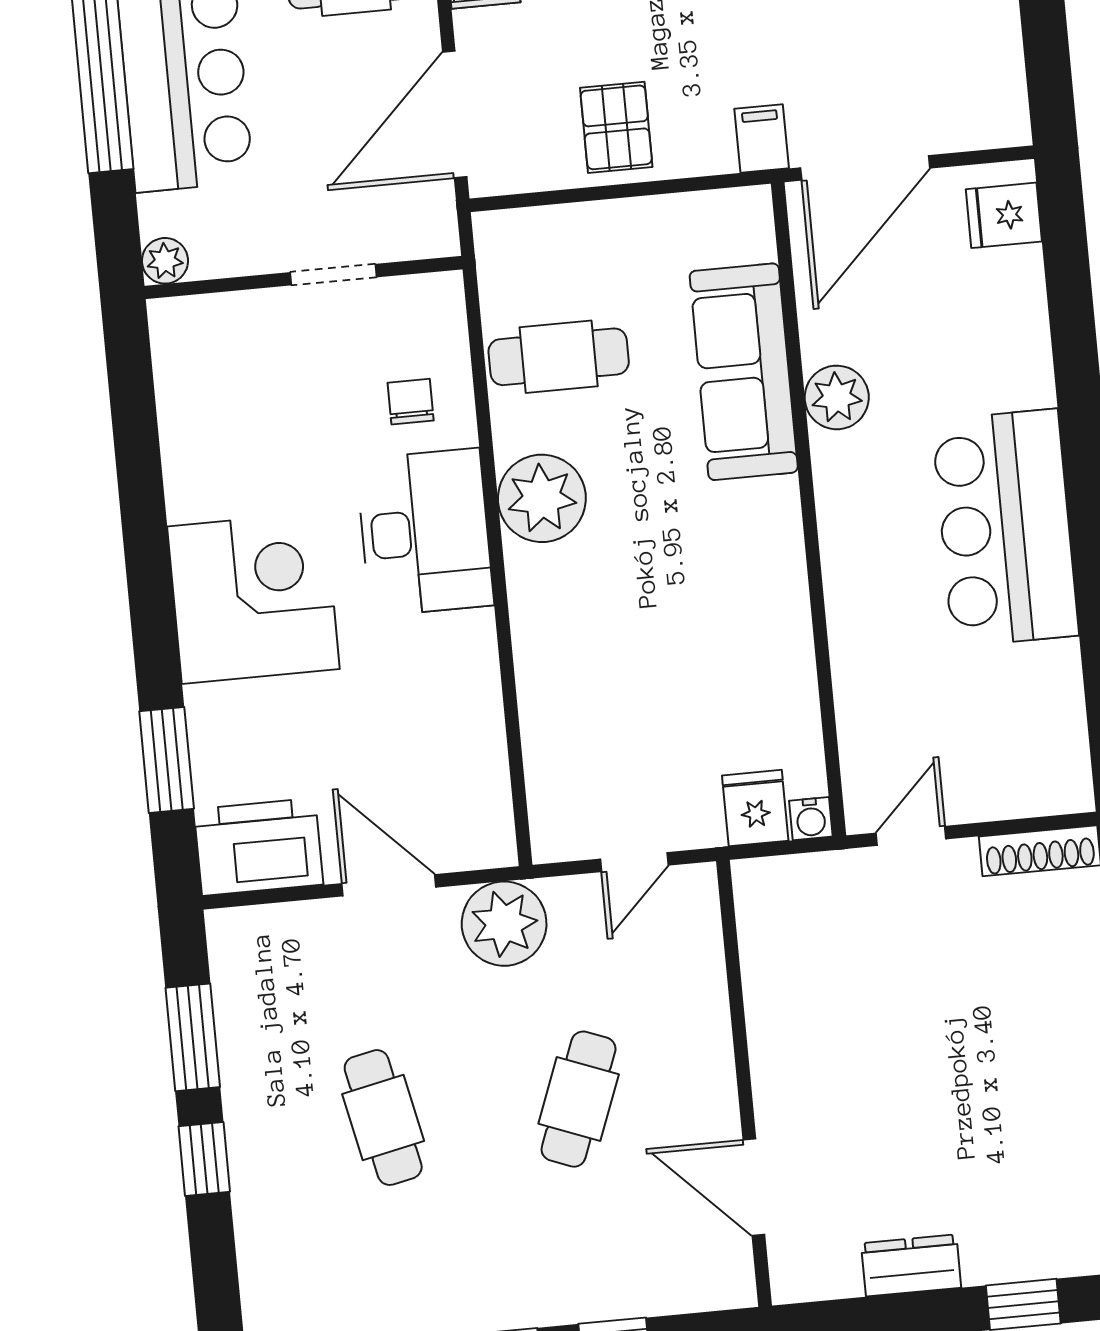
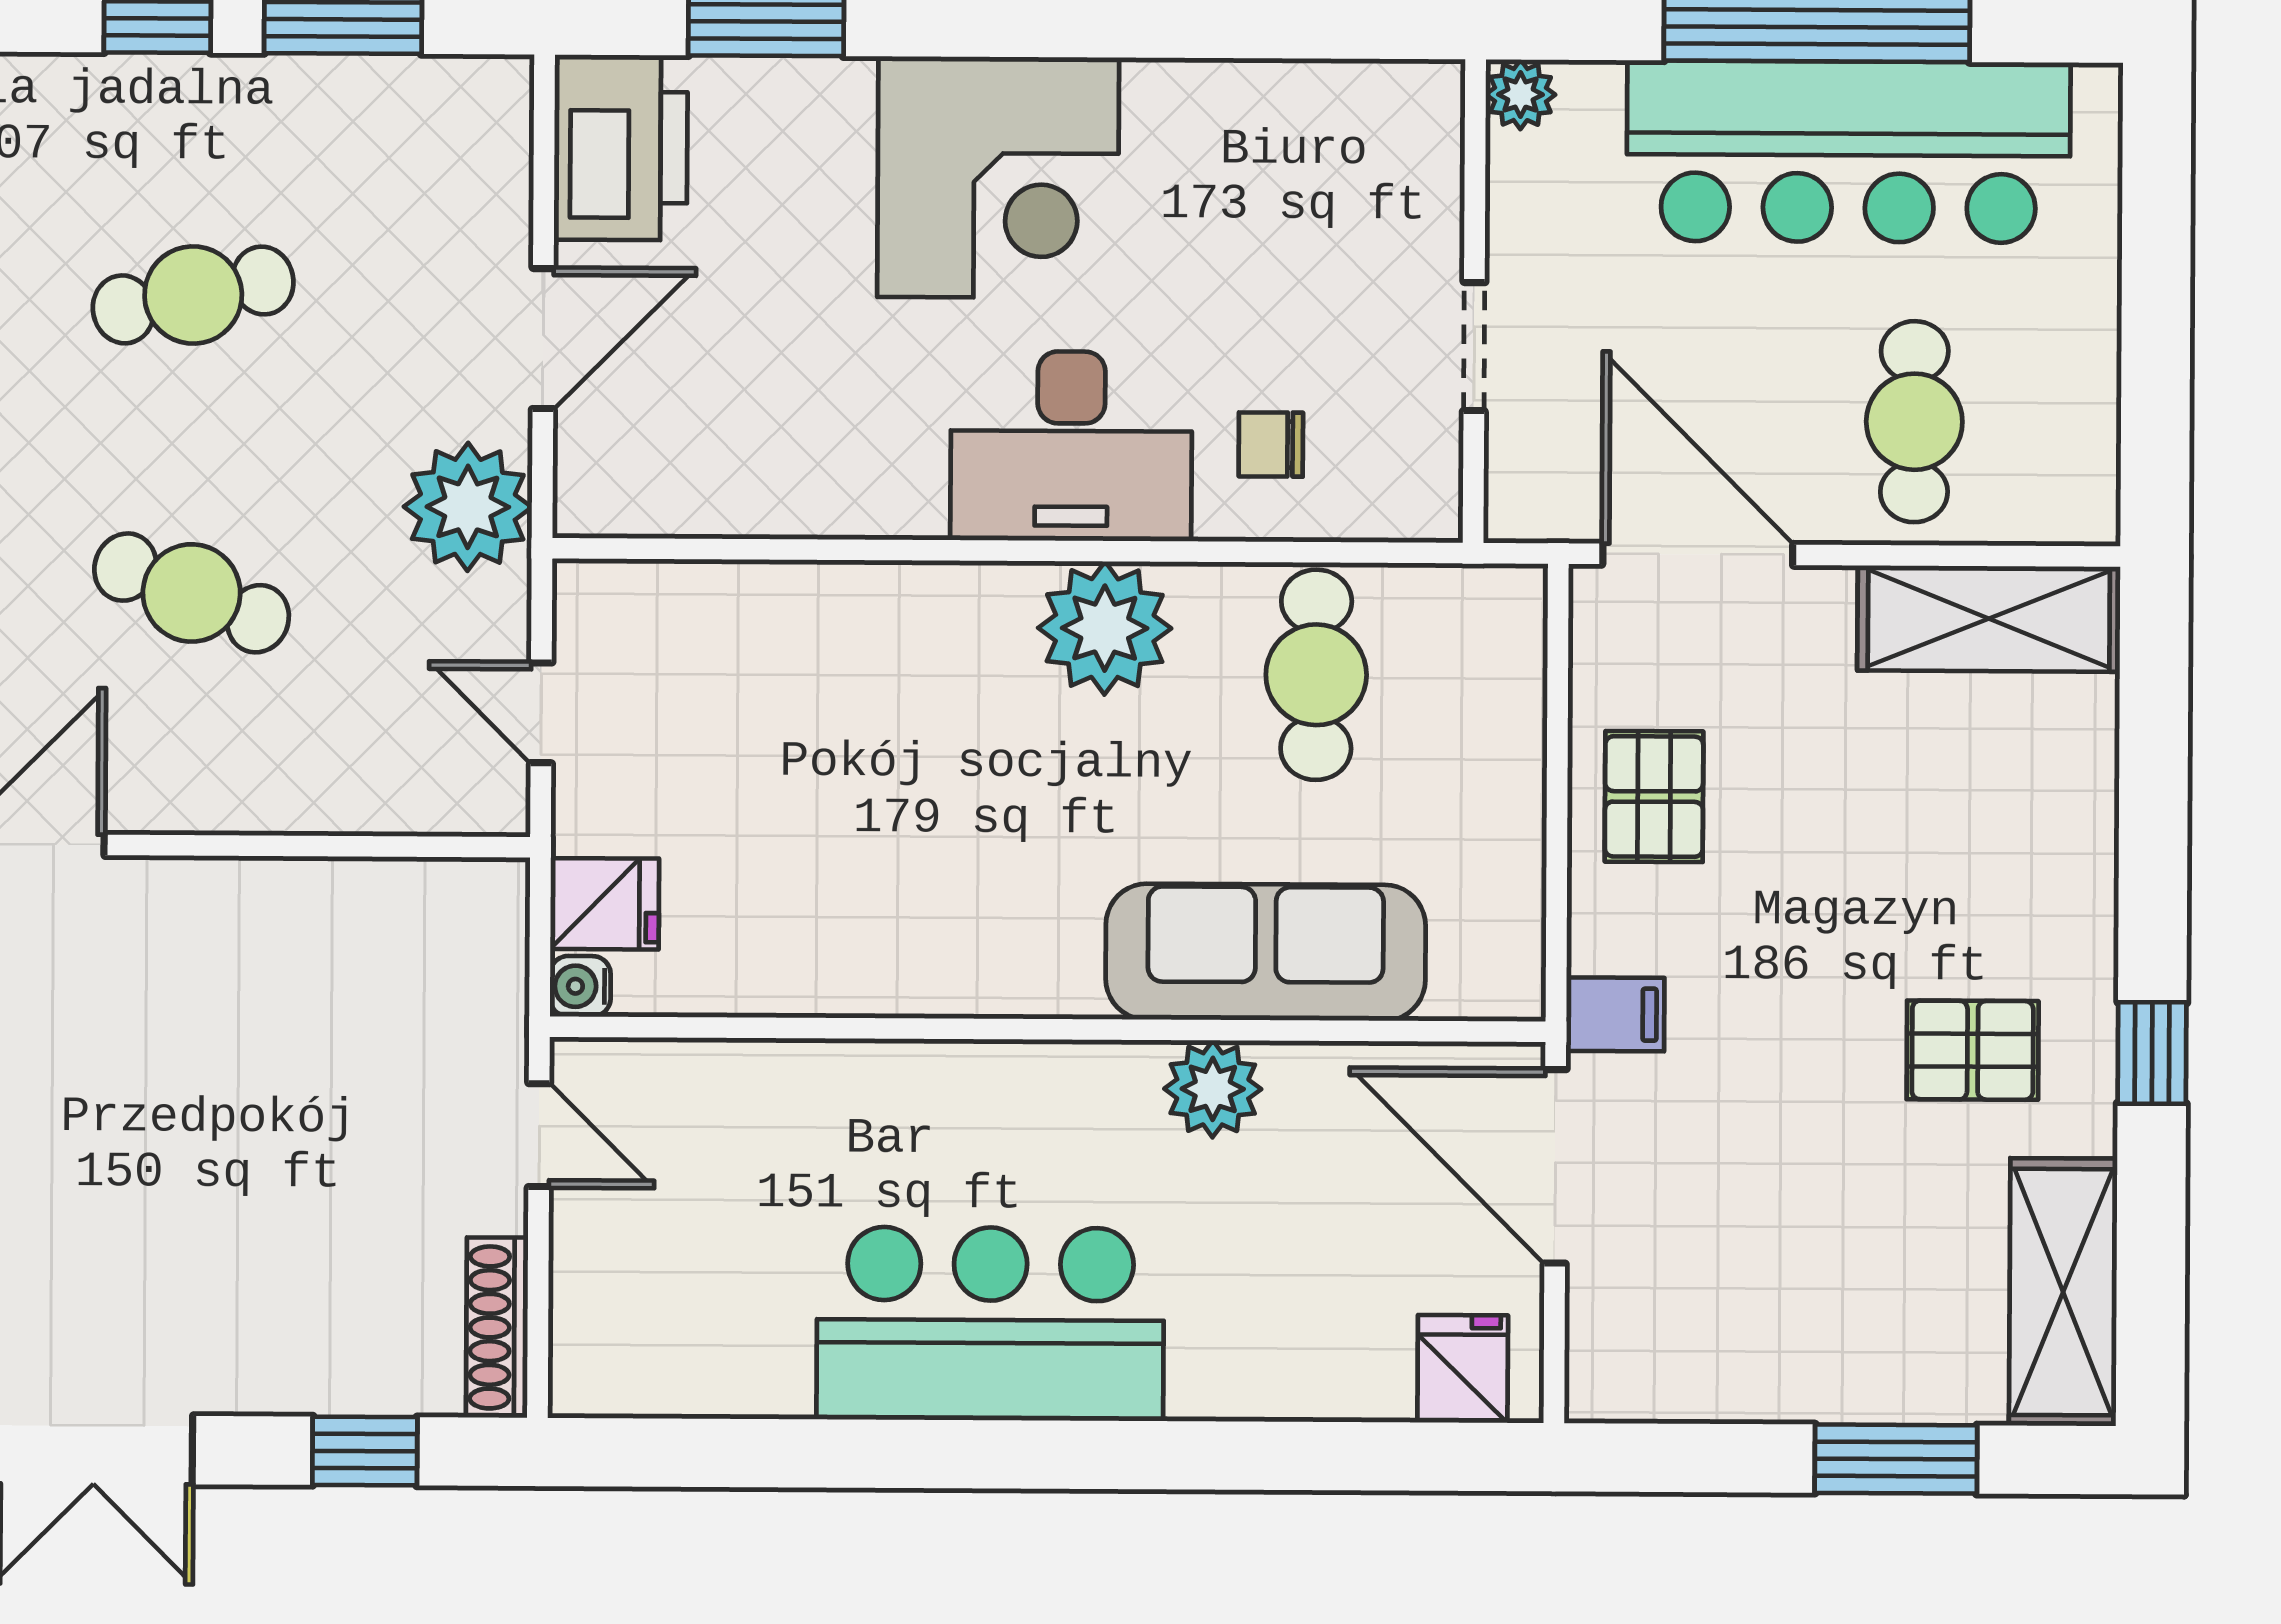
pallet: (616, 127) -> (1654, 797), turned 90
chair: (411, 402) -> (1271, 444), turned 180

